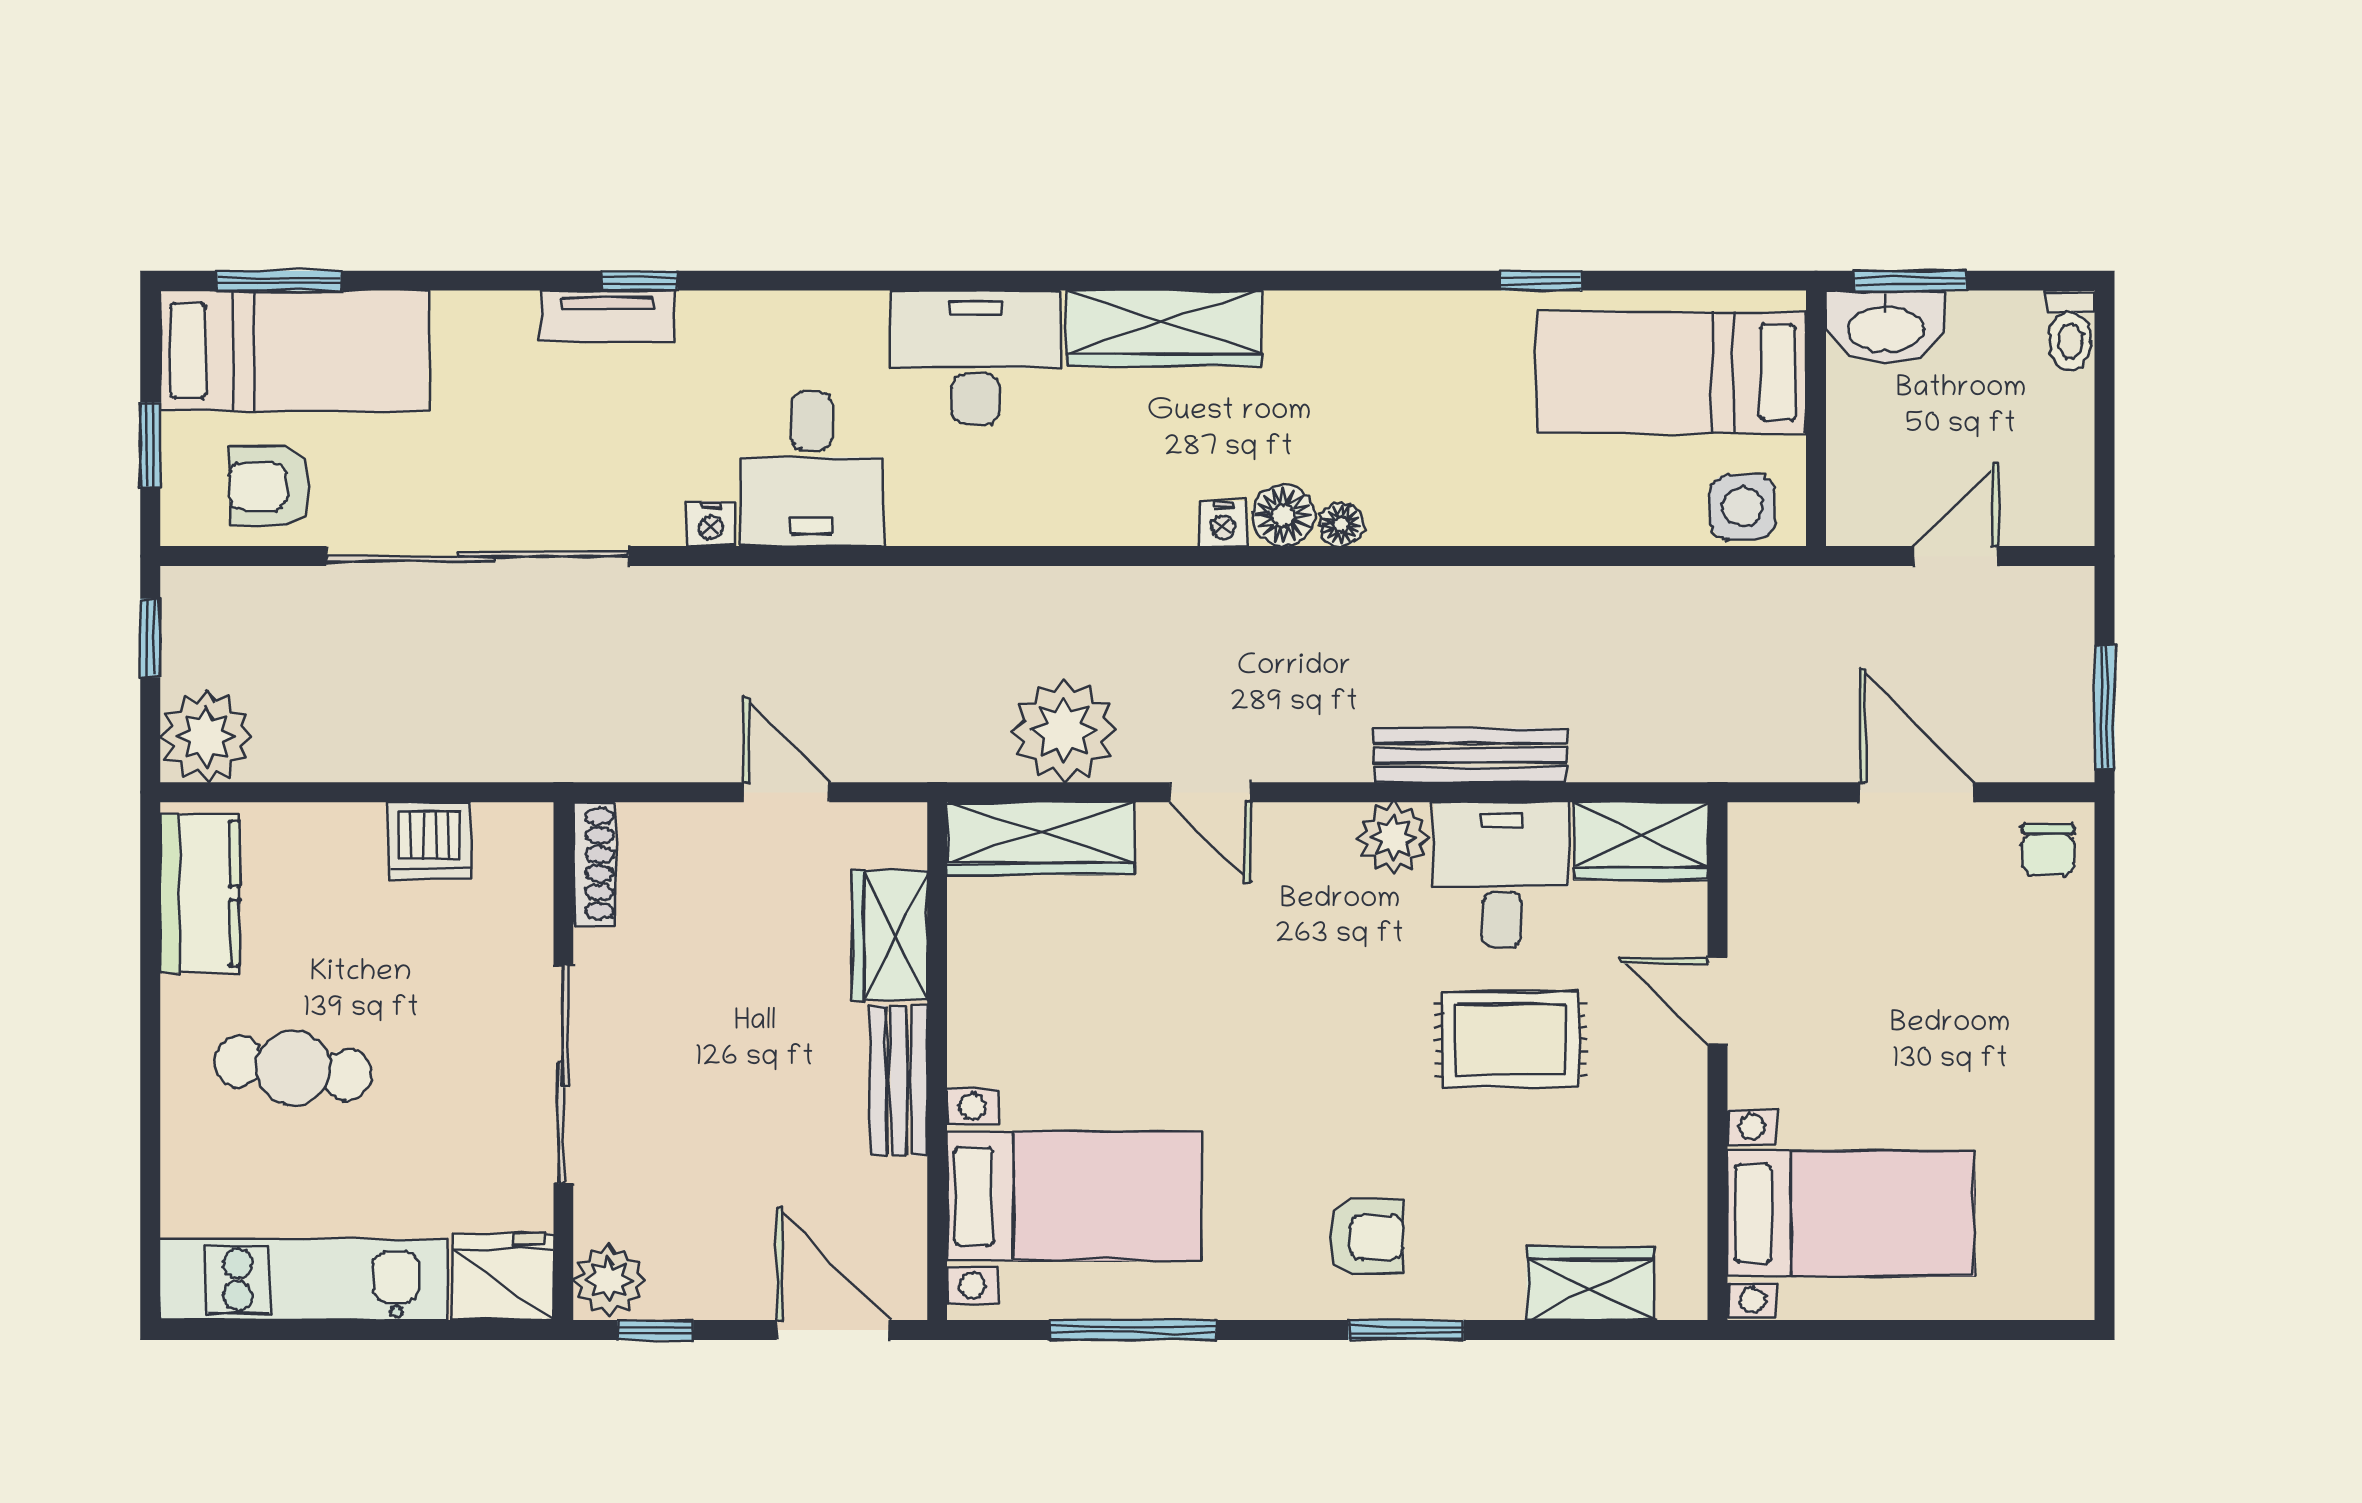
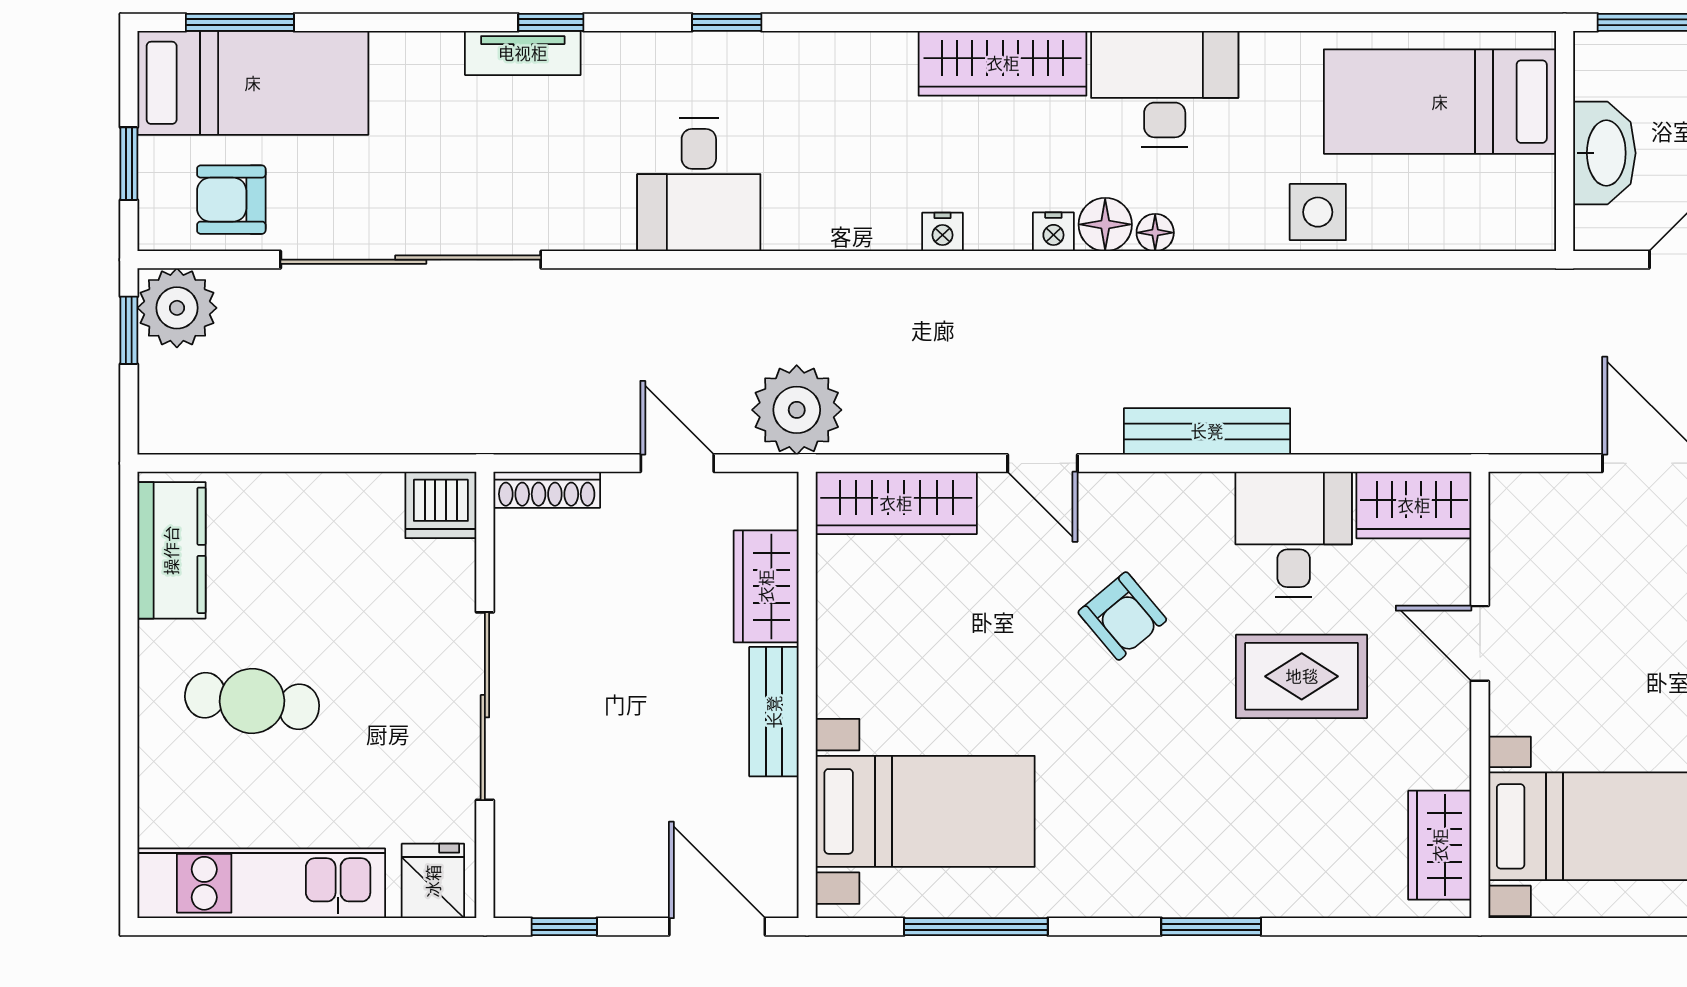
window: (1541, 281) -> (727, 22), moved
washbasin: (1885, 327) -> (1604, 153), moved, turned -90
desk: (976, 358) -> (1165, 89), moved
side table: (1743, 507) -> (1318, 212), moved
nightstand: (711, 524) -> (942, 232), moved
plant: (1064, 730) -> (797, 410), moved
plant: (206, 736) -> (177, 308), moved
bench: (1470, 755) -> (1207, 431), moved
plant: (1393, 838) -> (1200, 502), removed
dishwasher: (429, 841) -> (441, 505), moved
shoe rack: (594, 864) -> (547, 490), moved, turned 90
armchair: (1366, 1237) -> (1122, 616), moved, turned 50
fridge: (503, 1277) -> (433, 881), width x0.72
plant: (609, 1280) -> (524, 884), removed
wardrobe: (1590, 1283) -> (1440, 845), moved, turned -90

